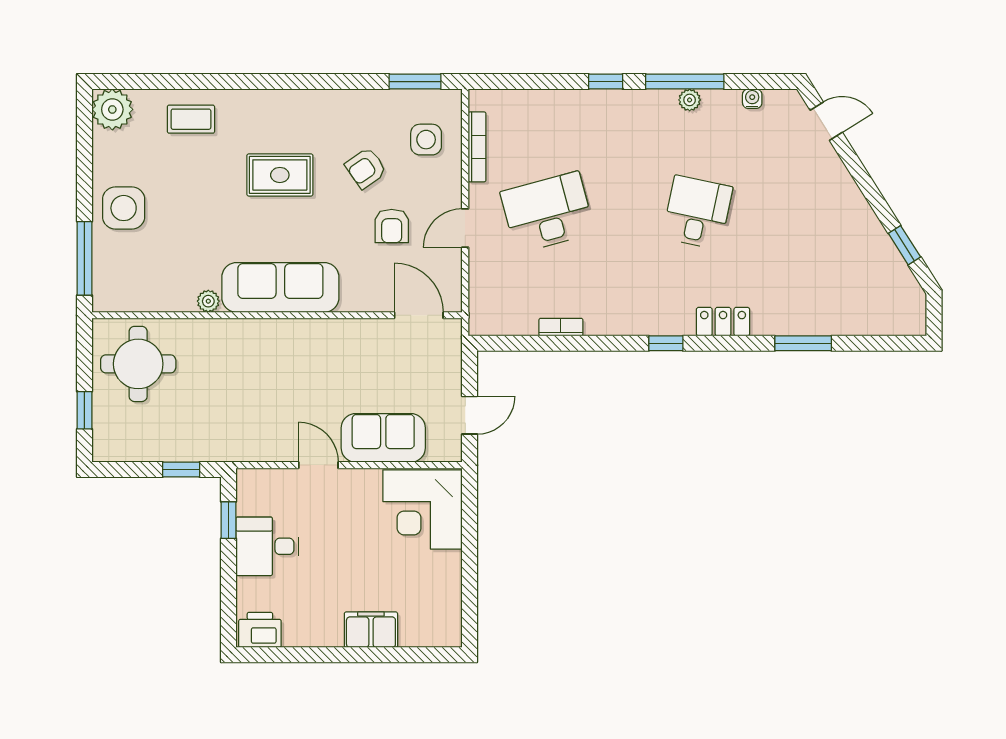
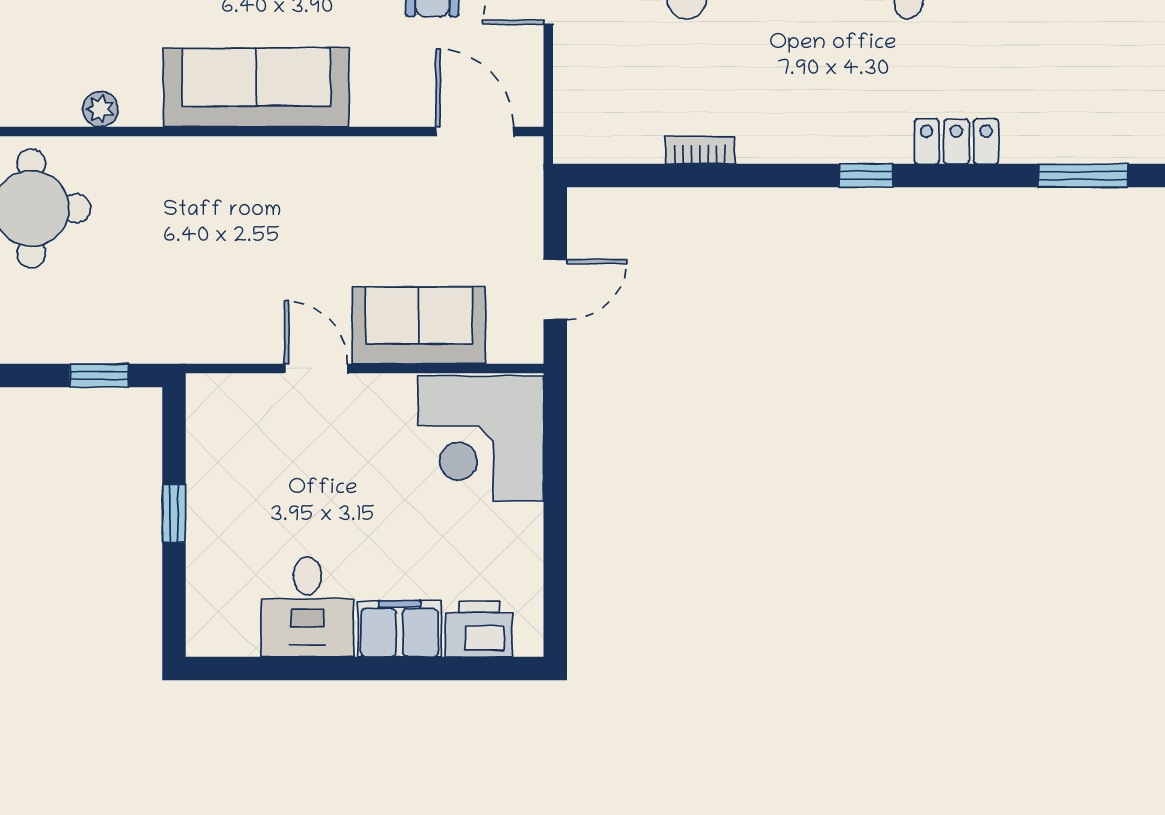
plant: (208, 301) -> (100, 109), moved
window: (228, 520) -> (174, 513), moved
desk: (267, 546) -> (307, 607), moved, turned -90
printer: (260, 630) -> (479, 629), moved

